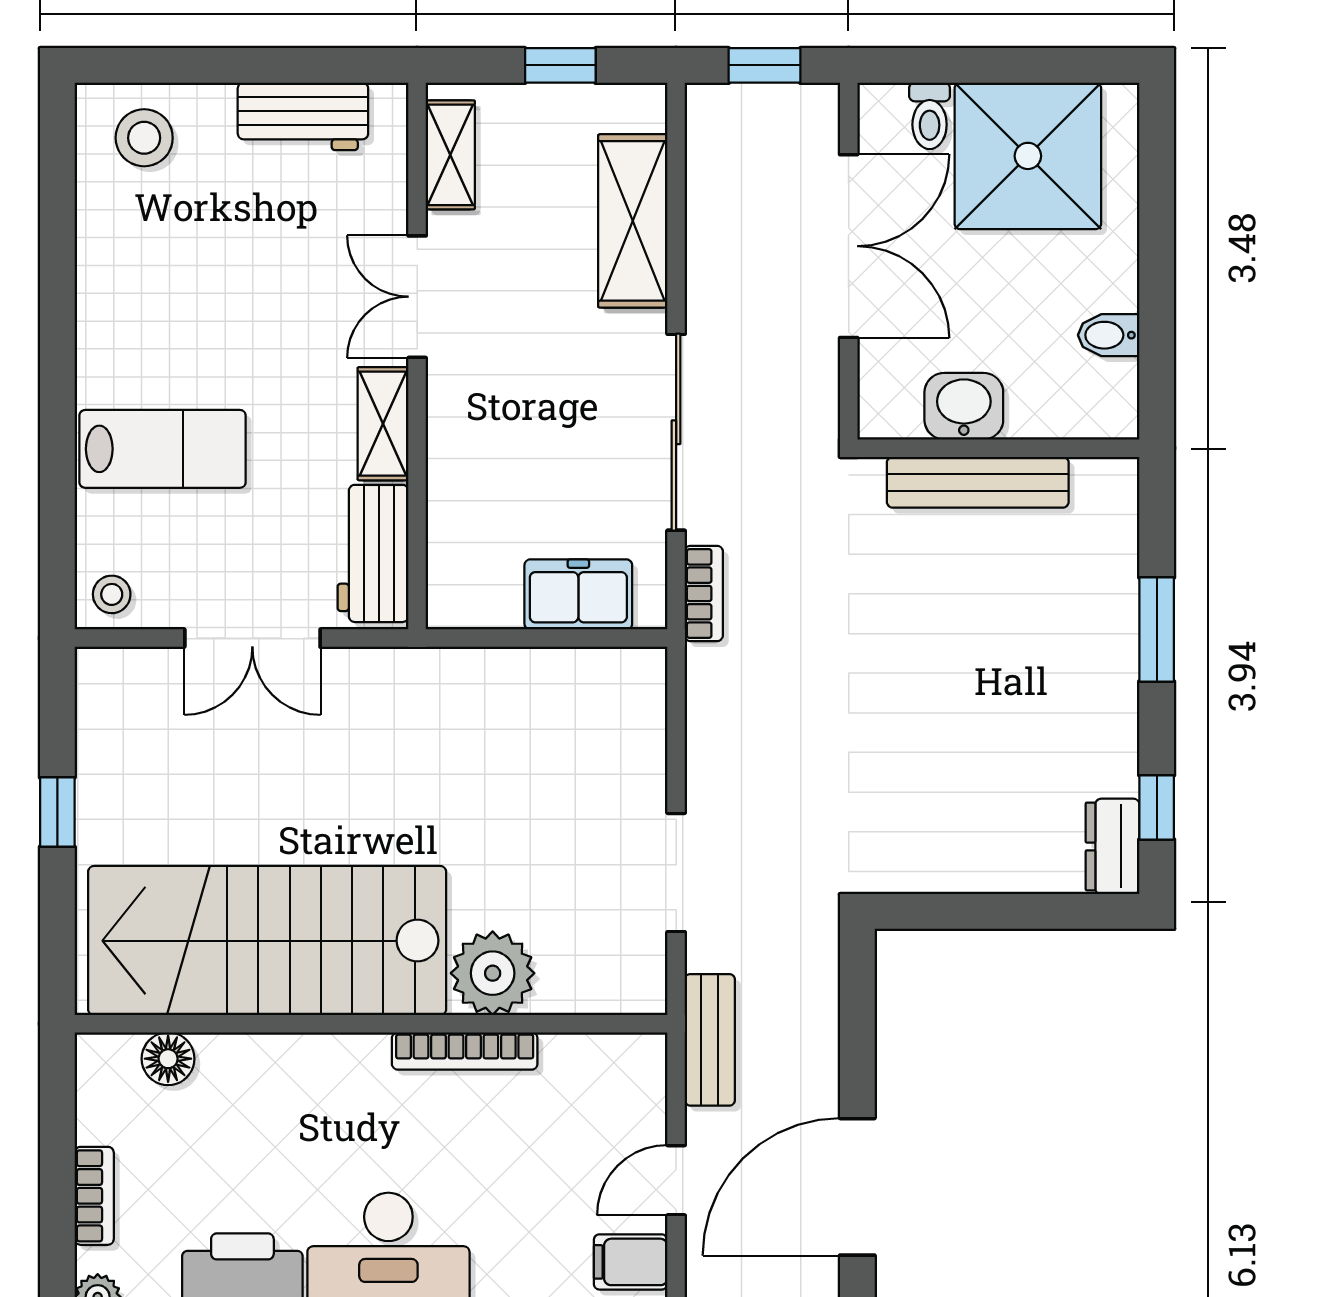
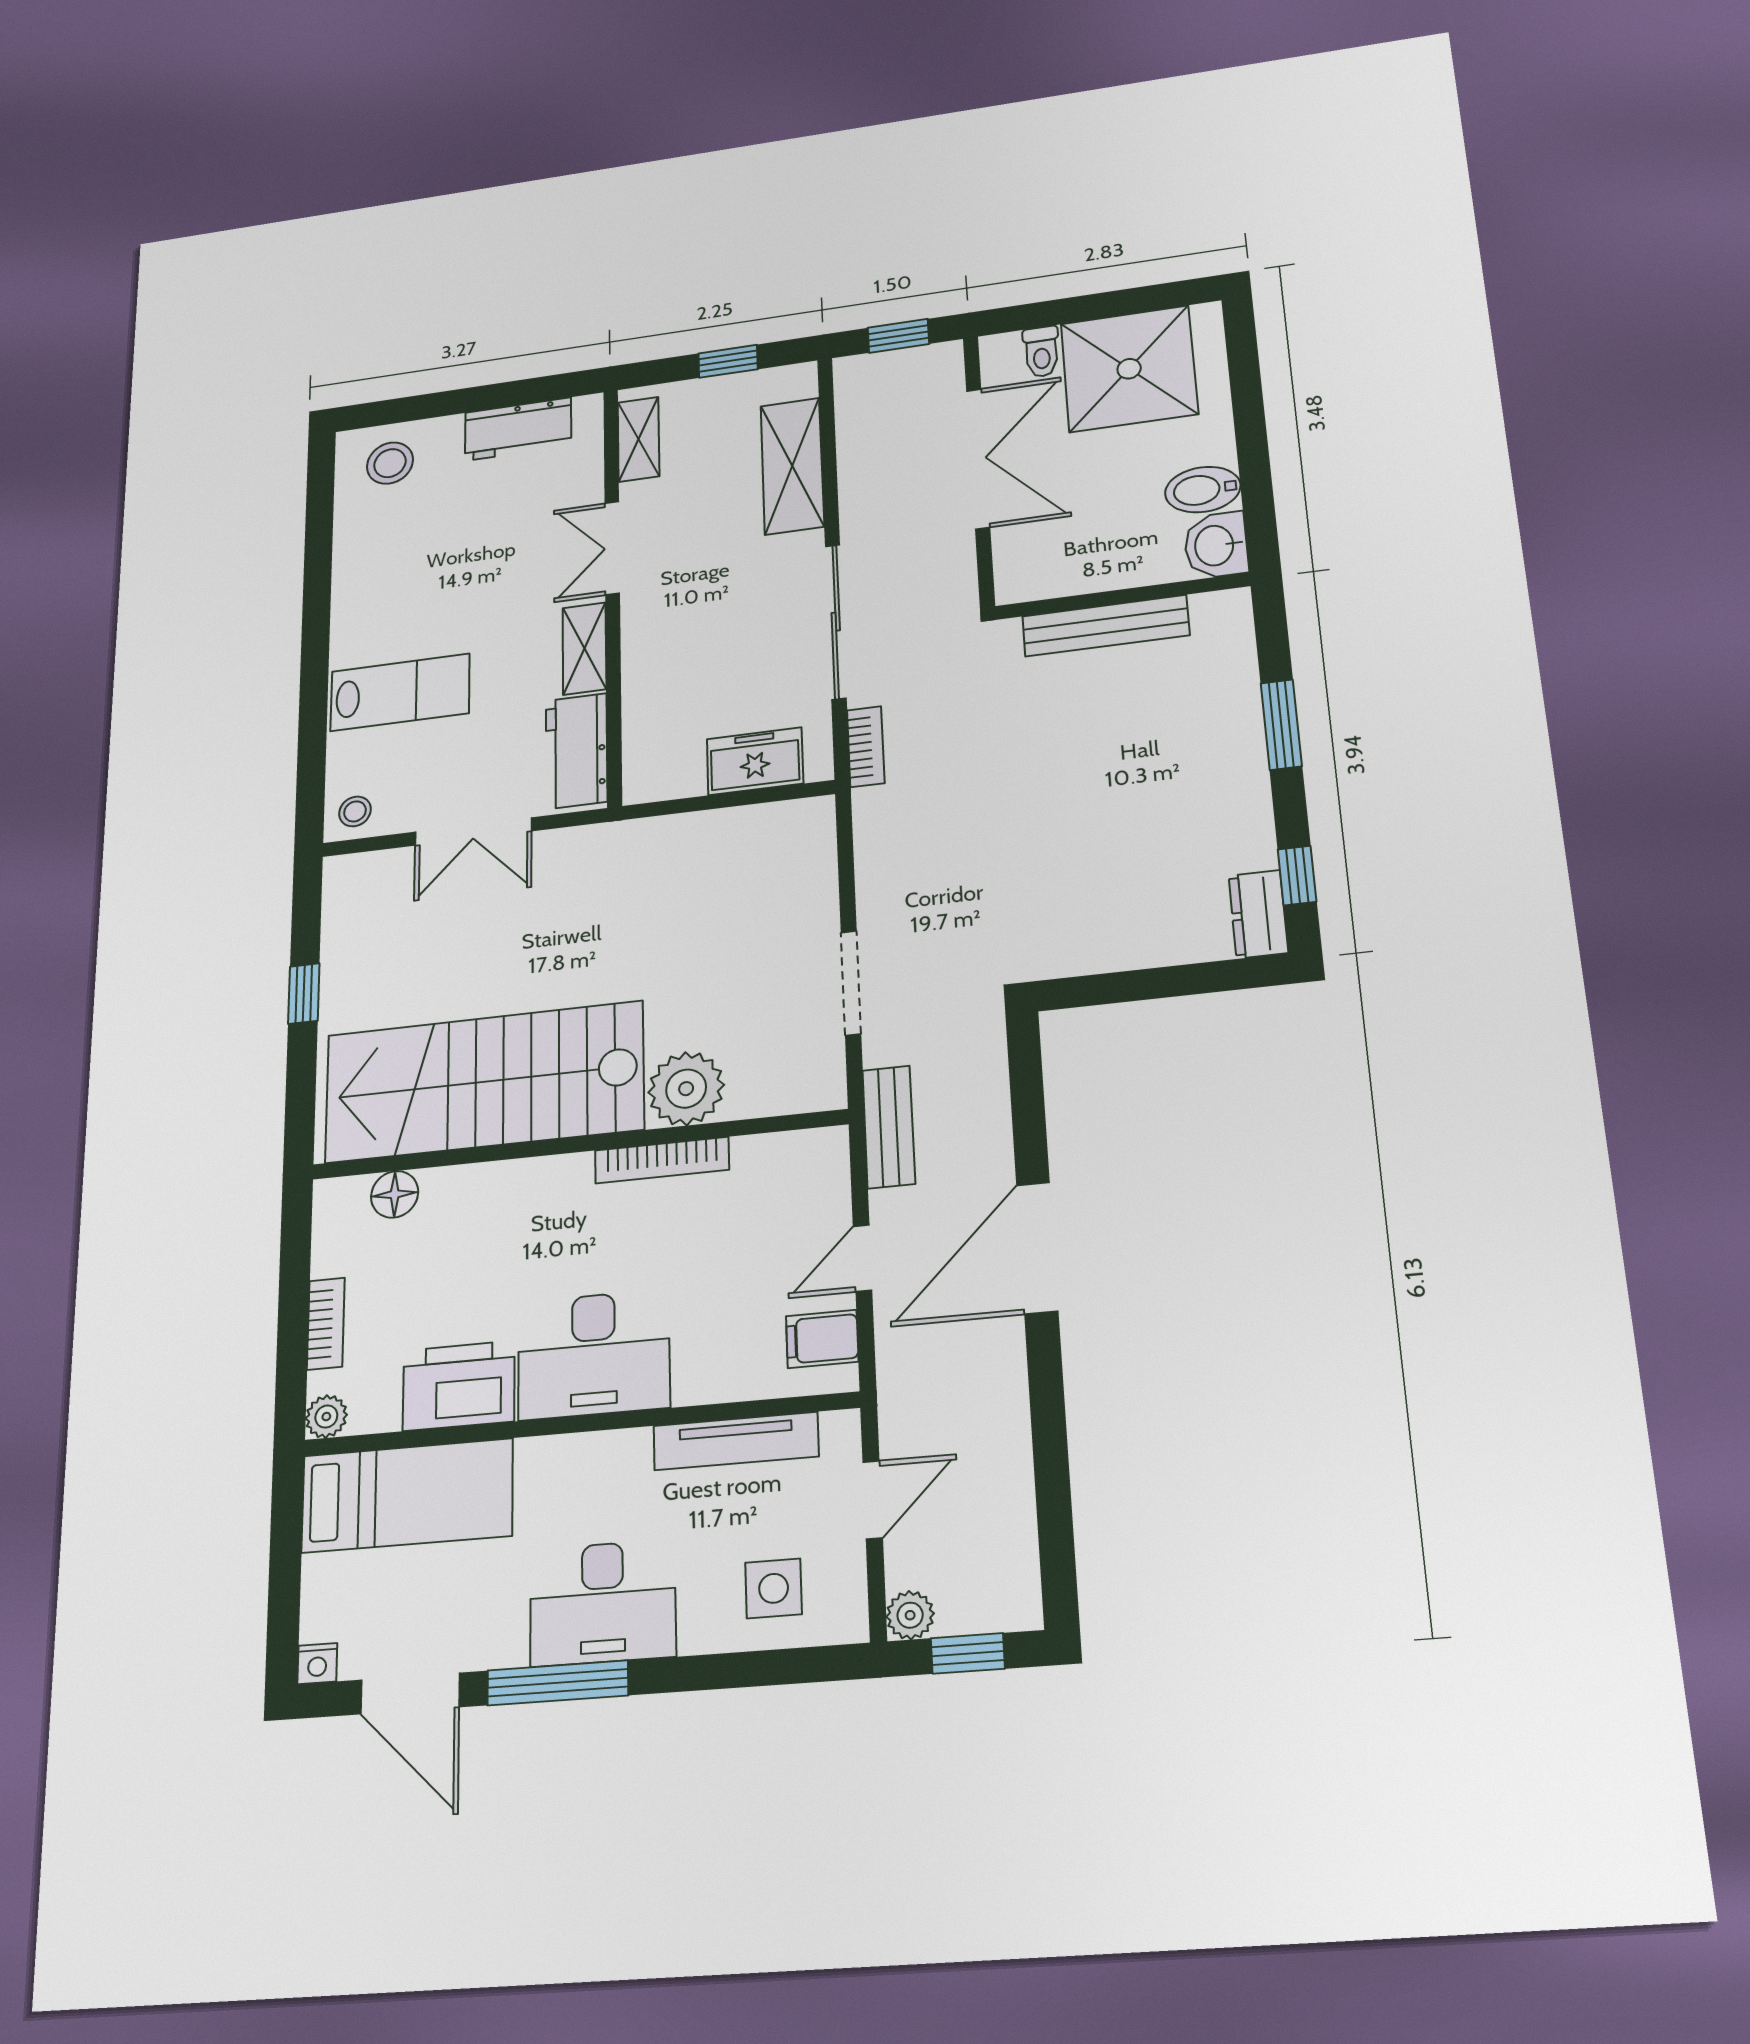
bidet: (1109, 335) -> (1203, 490), width x1.38, depth x1.36
washbasin: (964, 406) -> (1216, 545), moved, turned -90

